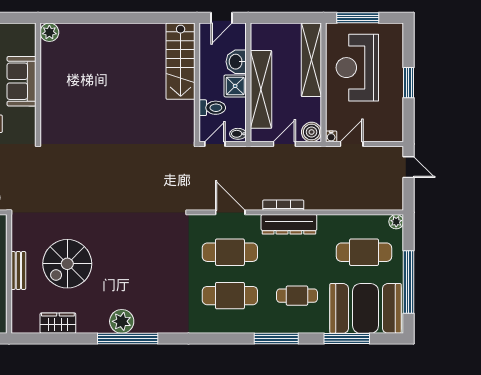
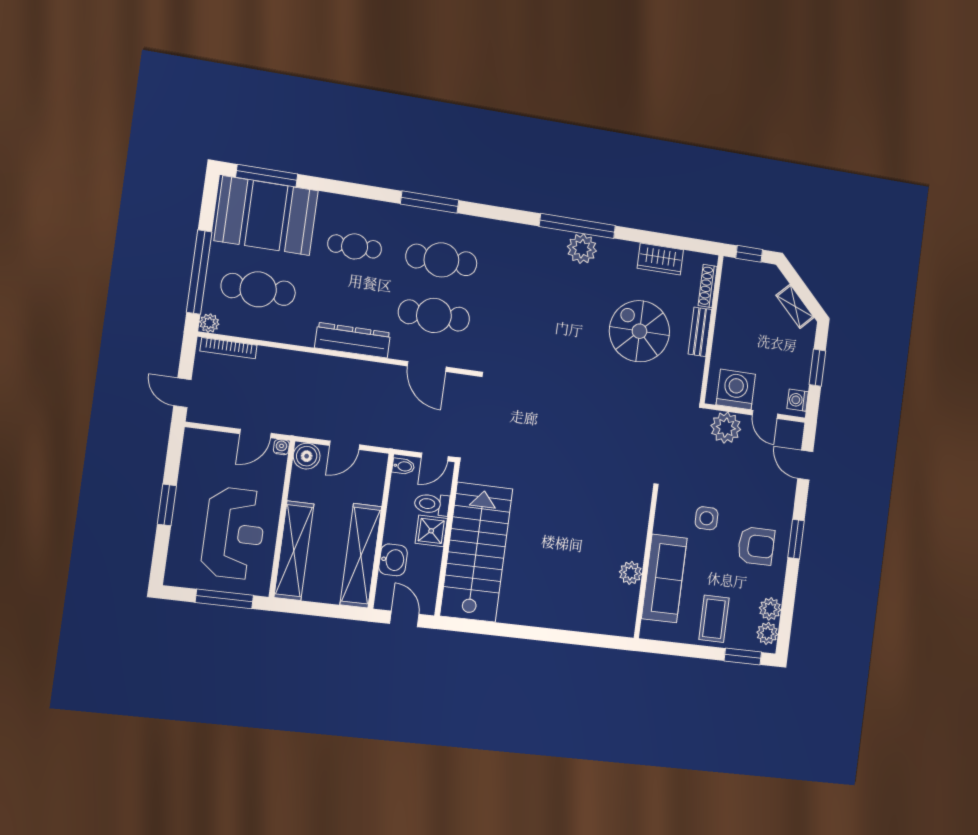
door: (222, 18) -> (404, 619), hinge flipped
plant: (49, 32) -> (631, 573), moved
stairs: (181, 61) -> (476, 552), width x1.36, depth x1.51
sofa: (22, 81) -> (664, 578), width x1.36
shower: (235, 86) -> (431, 531), moved
shelving: (261, 89) -> (361, 556), moved
bookcase: (283, 205) -> (229, 348), moved
spiral stairs: (67, 264) -> (639, 331), turned -90
window: (409, 282) -> (199, 272), moved
shoe rack: (17, 308) -> (708, 286), added
window: (276, 339) -> (430, 202), moved
window: (347, 339) -> (267, 176), moved

